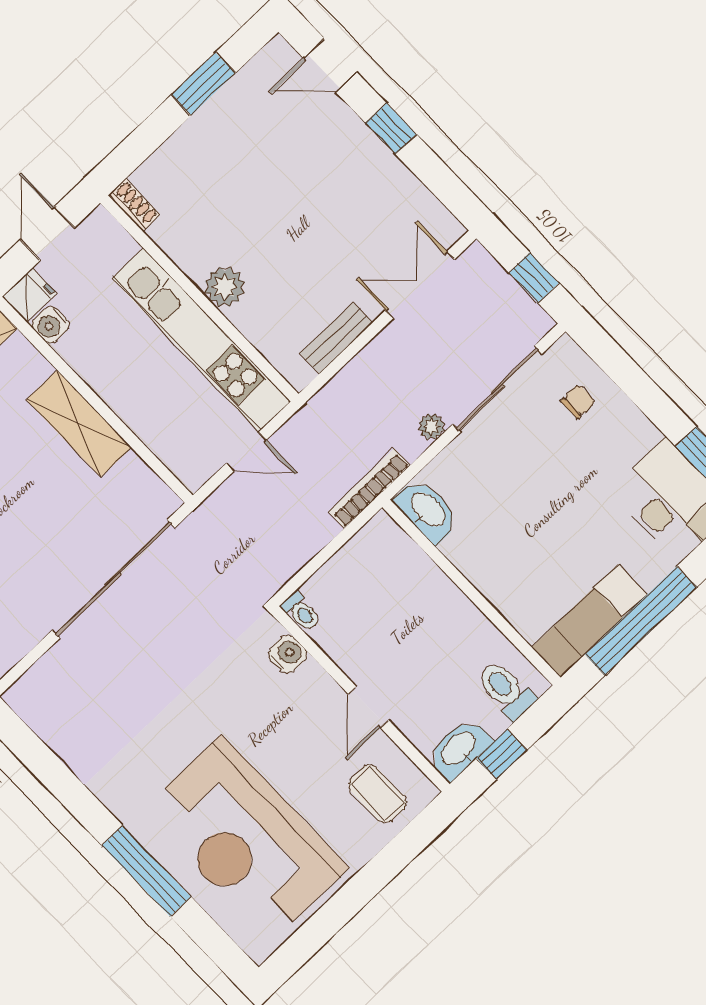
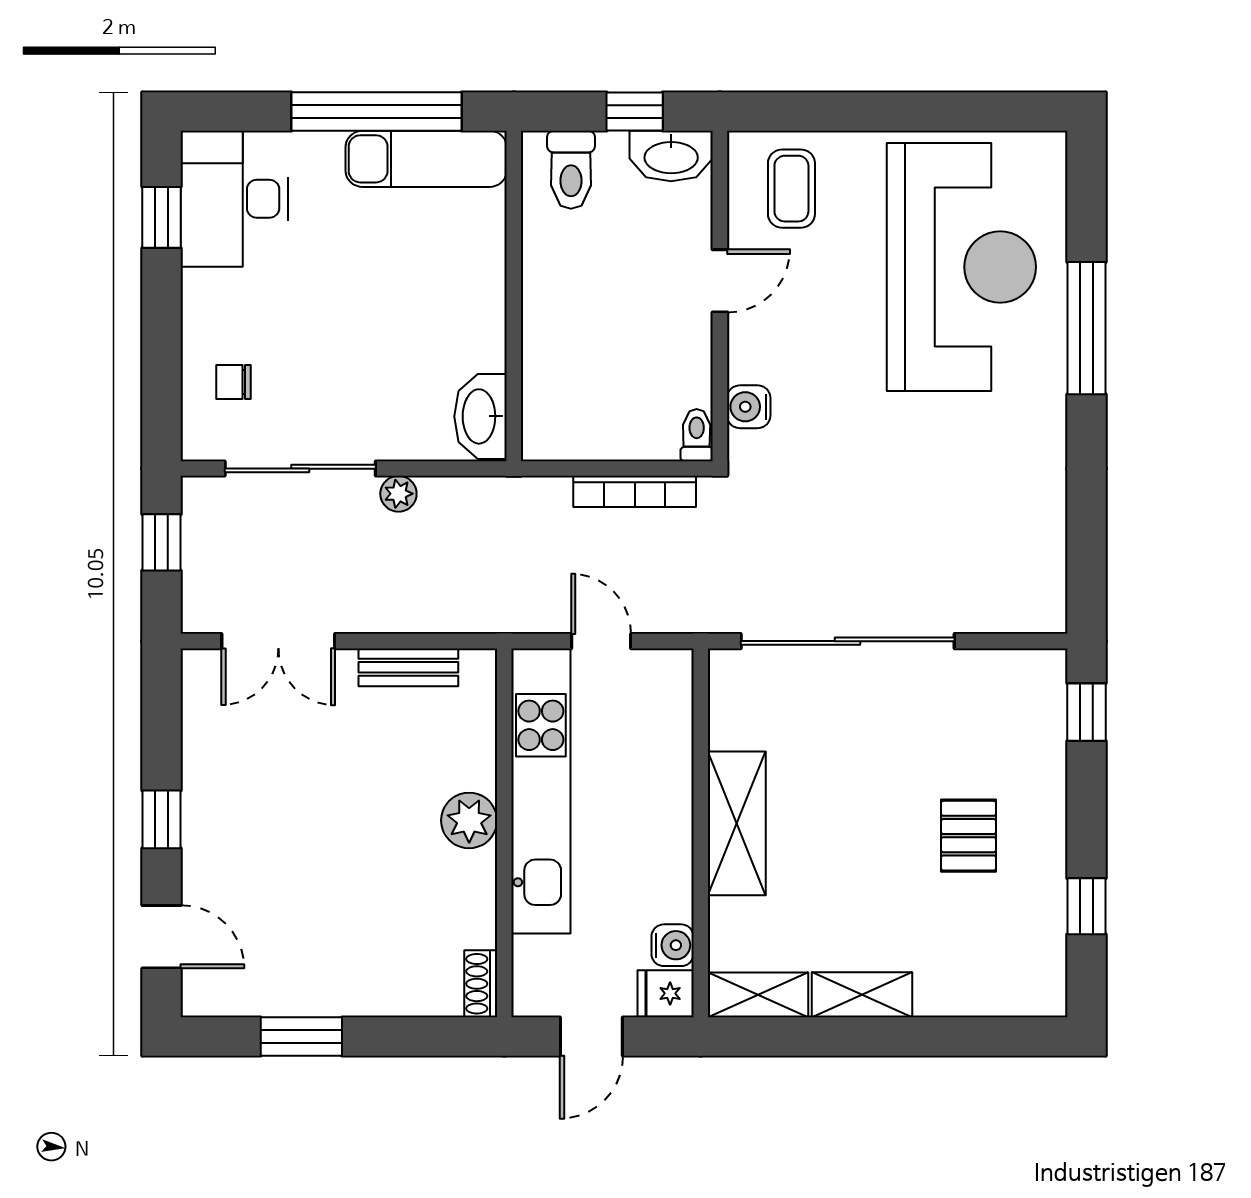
bookcase: (369, 488) -> (635, 491), moved

